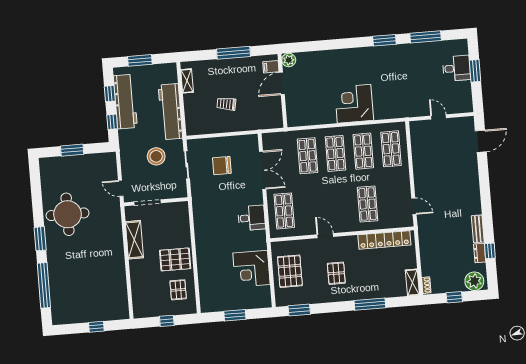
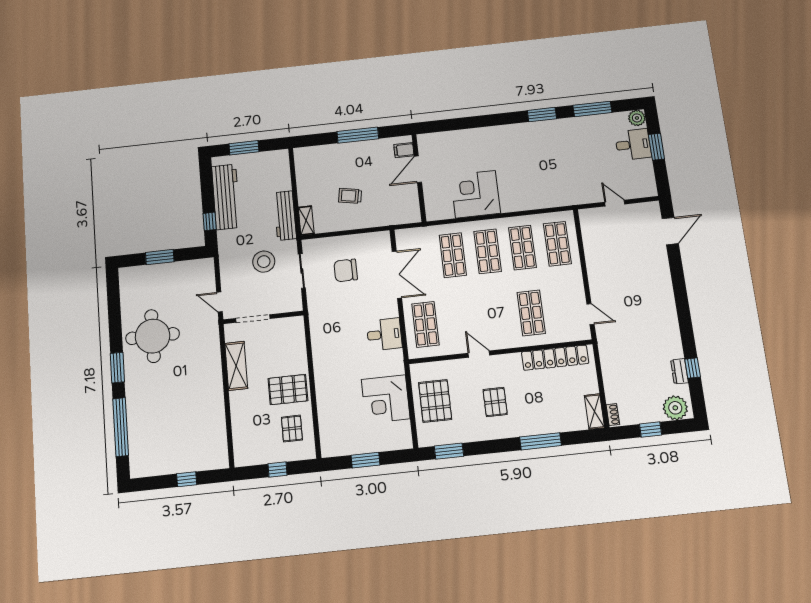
plant: (289, 60) -> (637, 118), moved
shelving: (187, 81) -> (306, 220), moved
window: (110, 94) -> (207, 188), removed
corner desk: (354, 104) -> (475, 194), moved
workbench: (170, 112) -> (285, 216), width x0.73, depth x0.76
bench: (478, 229) -> (675, 340), removed

